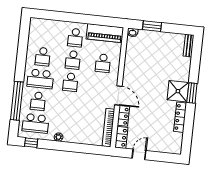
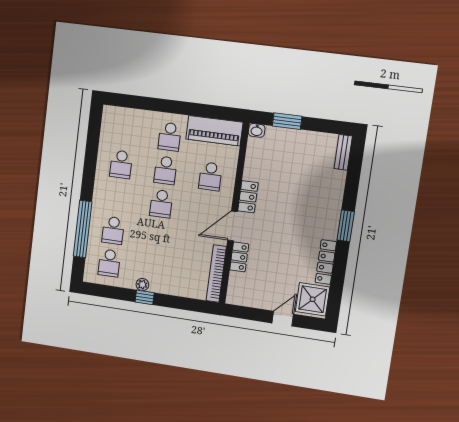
school desk: (40, 79) -> (117, 198), removed
shower: (178, 91) -> (313, 299), moved
door: (118, 95) -> (232, 226), swing flipped
school desk: (36, 123) -> (109, 263), width x0.54
locker: (121, 137) -> (248, 197), moved
window: (31, 143) -> (145, 297), moved
door: (139, 154) -> (283, 319), moved

